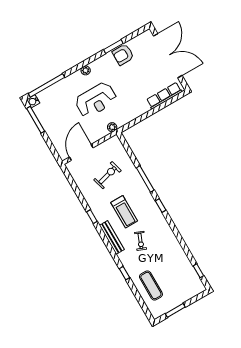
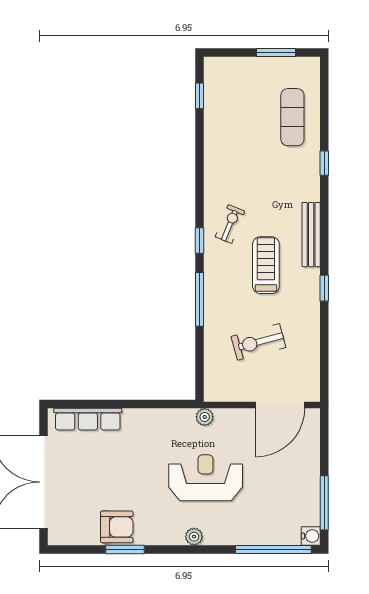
exercise bike: (140, 241) -> (230, 224), moved

